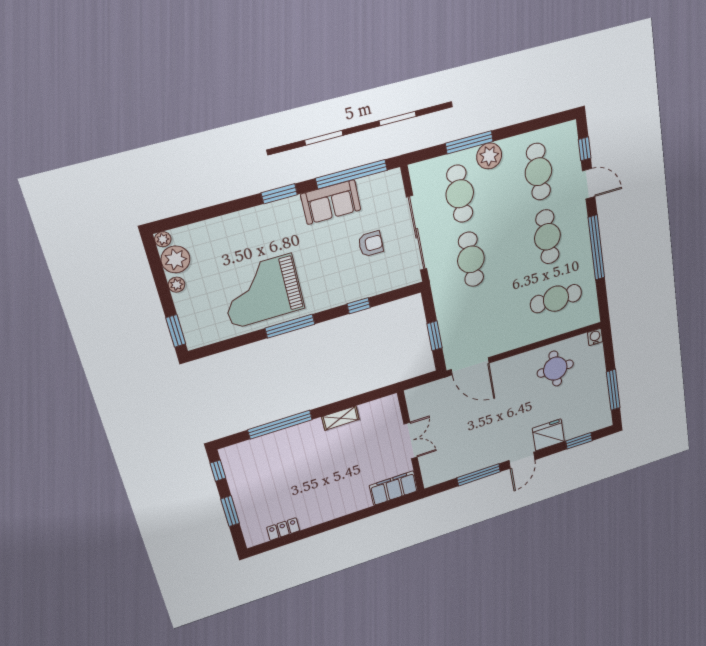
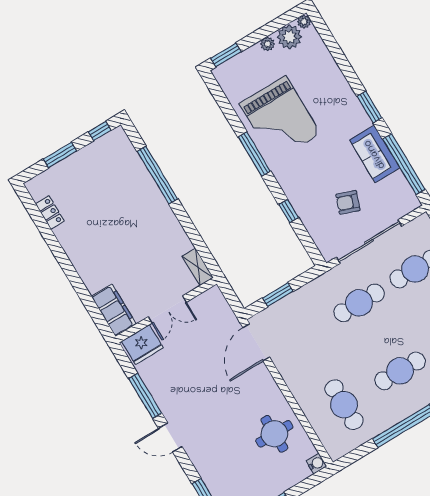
armchair: (371, 244) -> (348, 202), turned 110
grand piano: (262, 291) -> (280, 119), turned 180
shelving: (340, 418) -> (198, 267), moved
fridge: (548, 435) -> (142, 345), moved, turned 90

